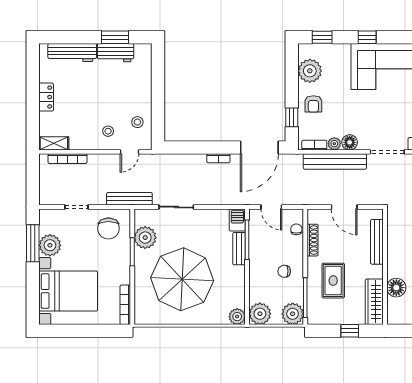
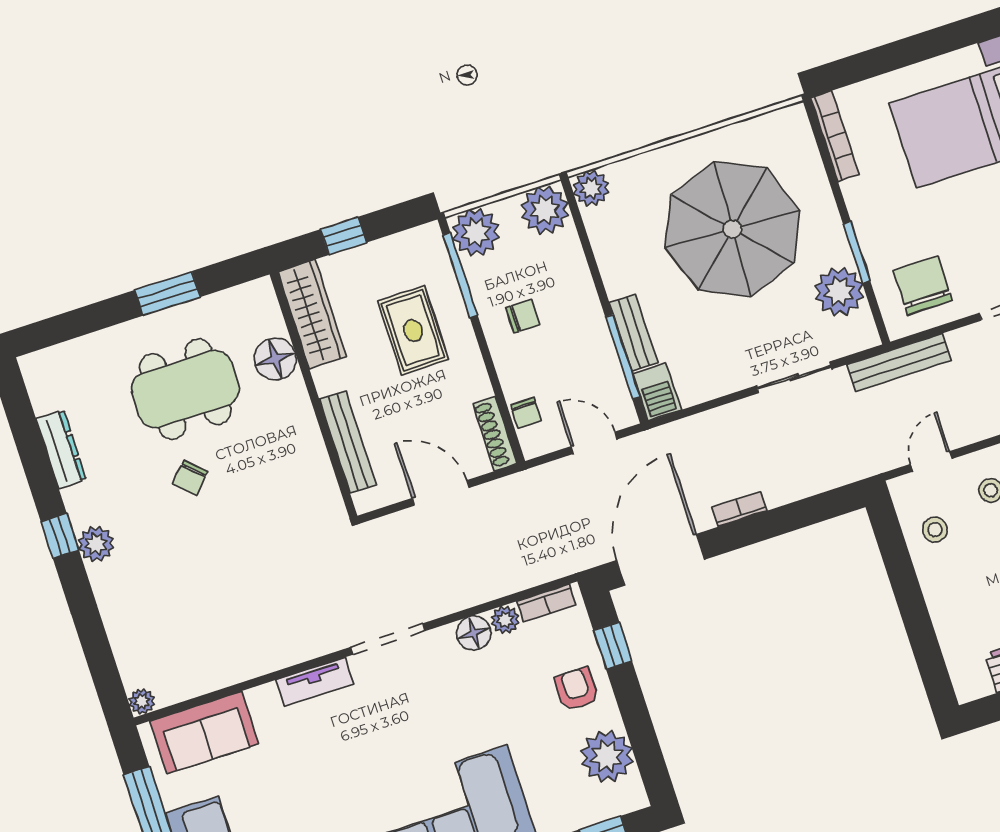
bench: (335, 162) -> (491, 583), removed
shoe rack: (313, 240) -> (495, 434), moved

